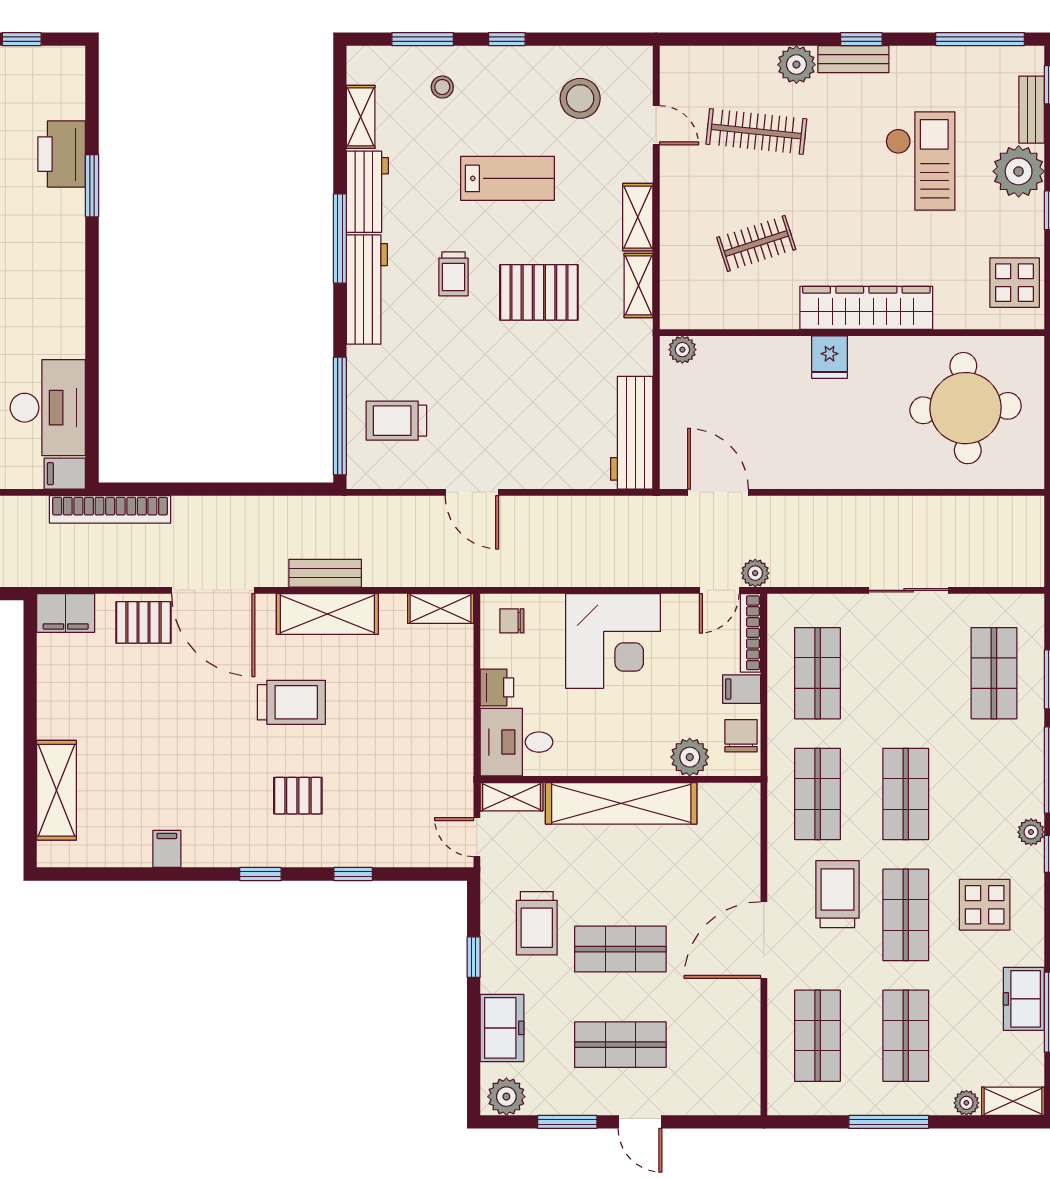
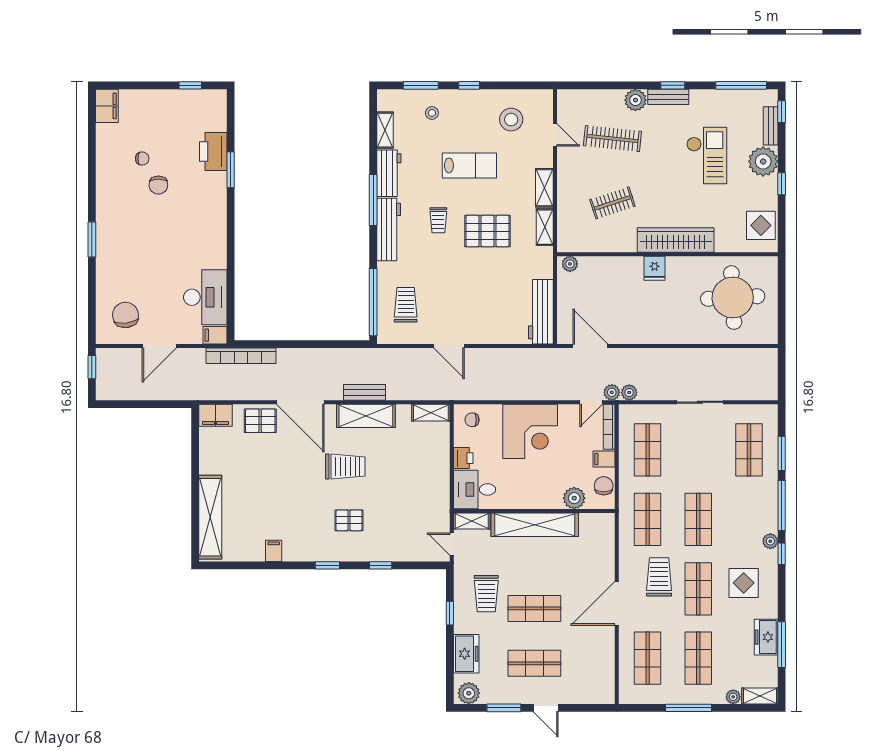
trolley: (396, 421) -> (406, 305), turned 90
plant: (785, 573) -> (629, 392), added
shelving: (56, 790) -> (210, 517), width x1.47

